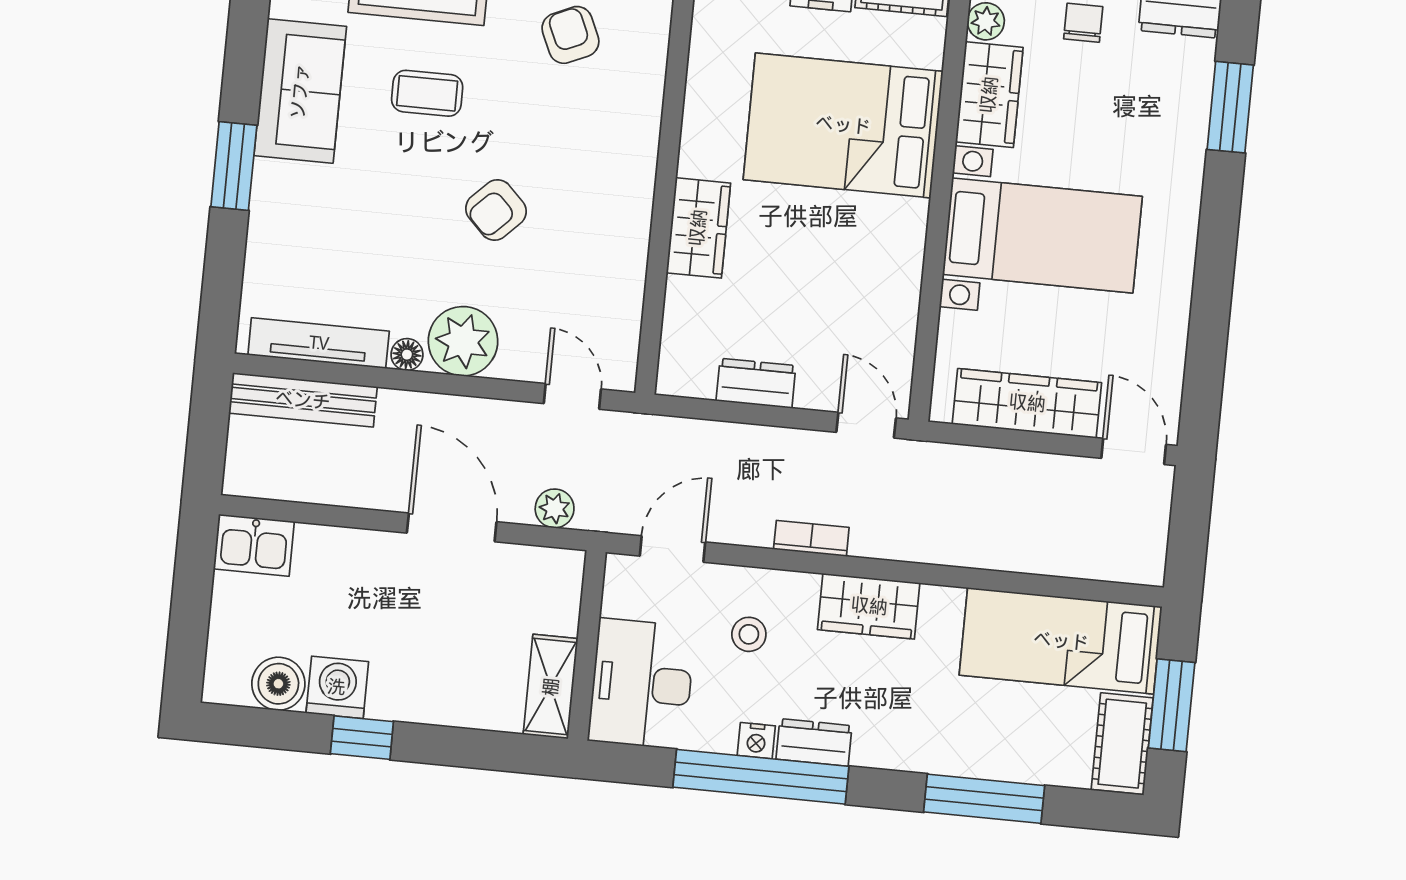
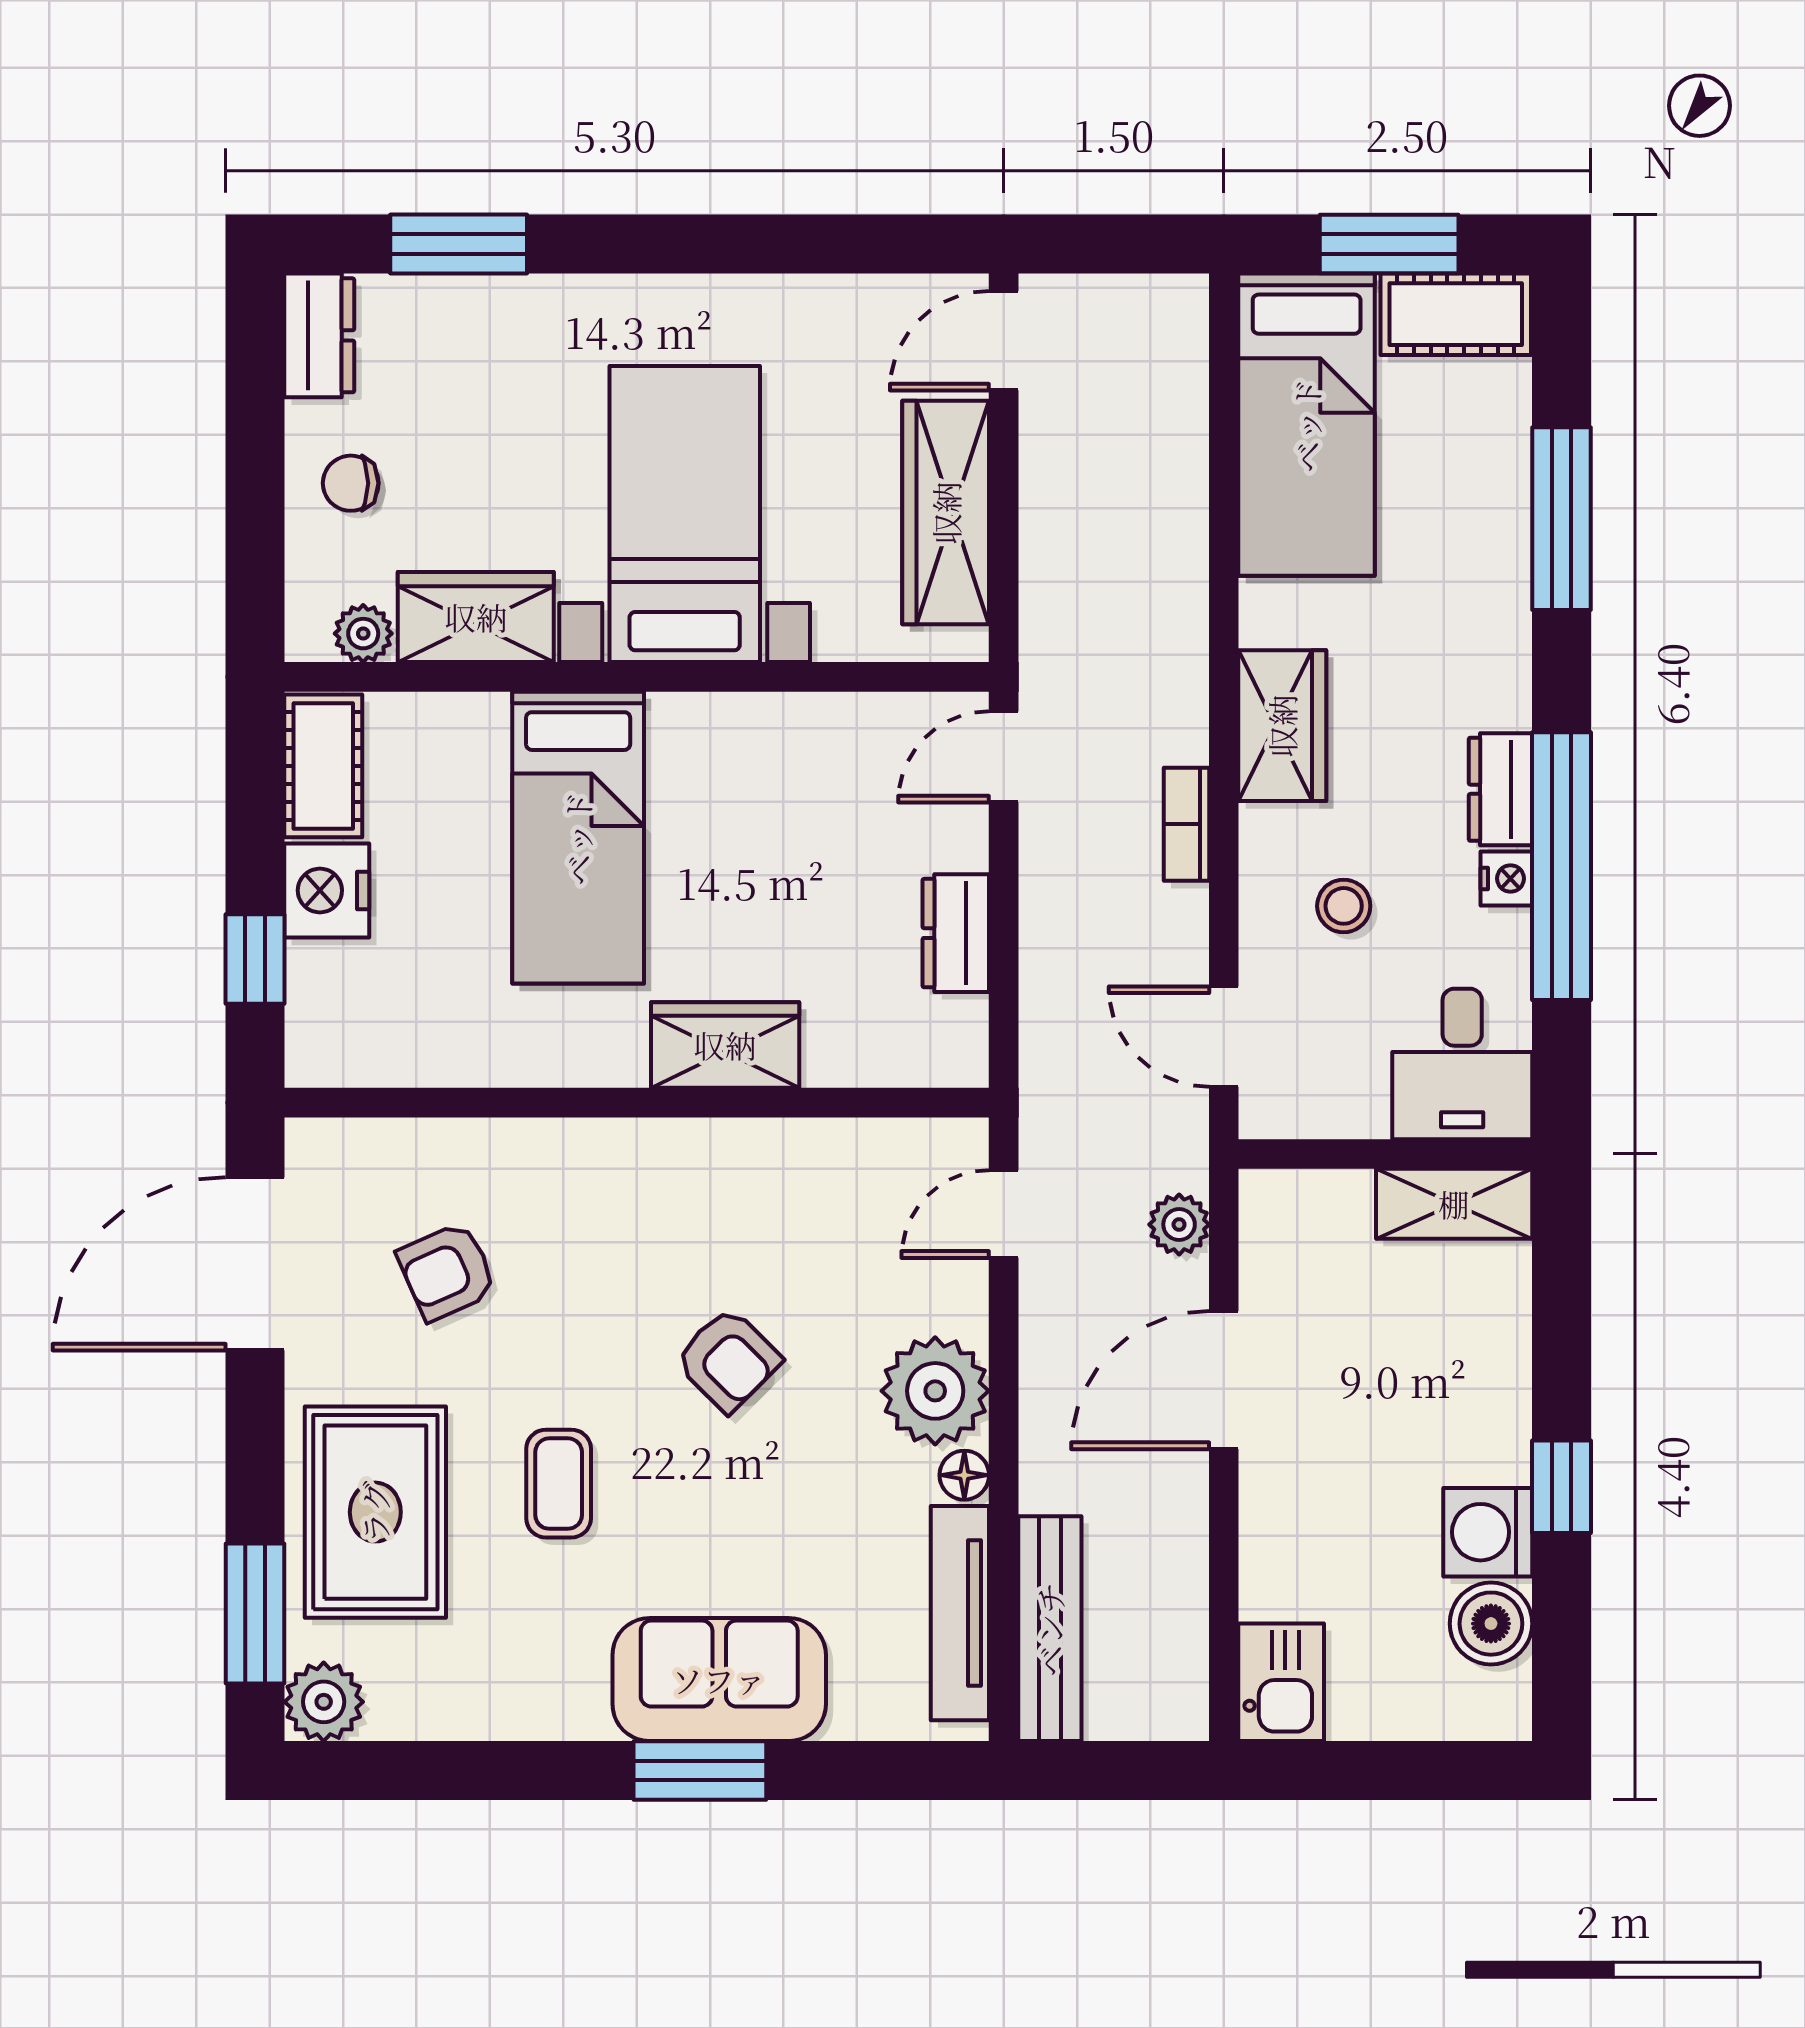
sofa: (300, 91) -> (719, 1680), moved
bed: (843, 125) -> (578, 838), width x0.67
desk: (642, 684) -> (1462, 1064), width x0.73

